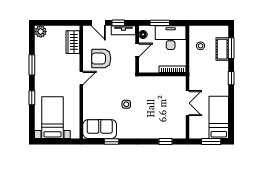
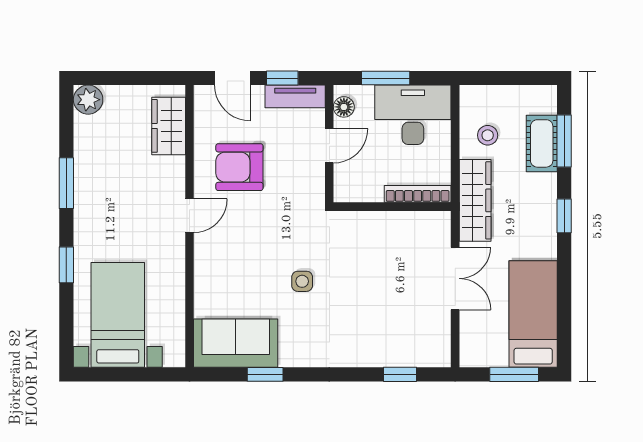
wardrobe: (196, 72) -> (475, 200), added

